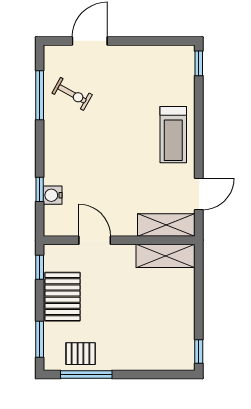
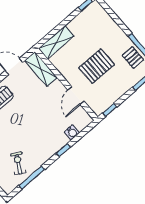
window: (40, 189) -> (63, 150), moved
shelving: (166, 256) -> (56, 42), moved, turned 90
pallet: (63, 297) -> (97, 66), moved

